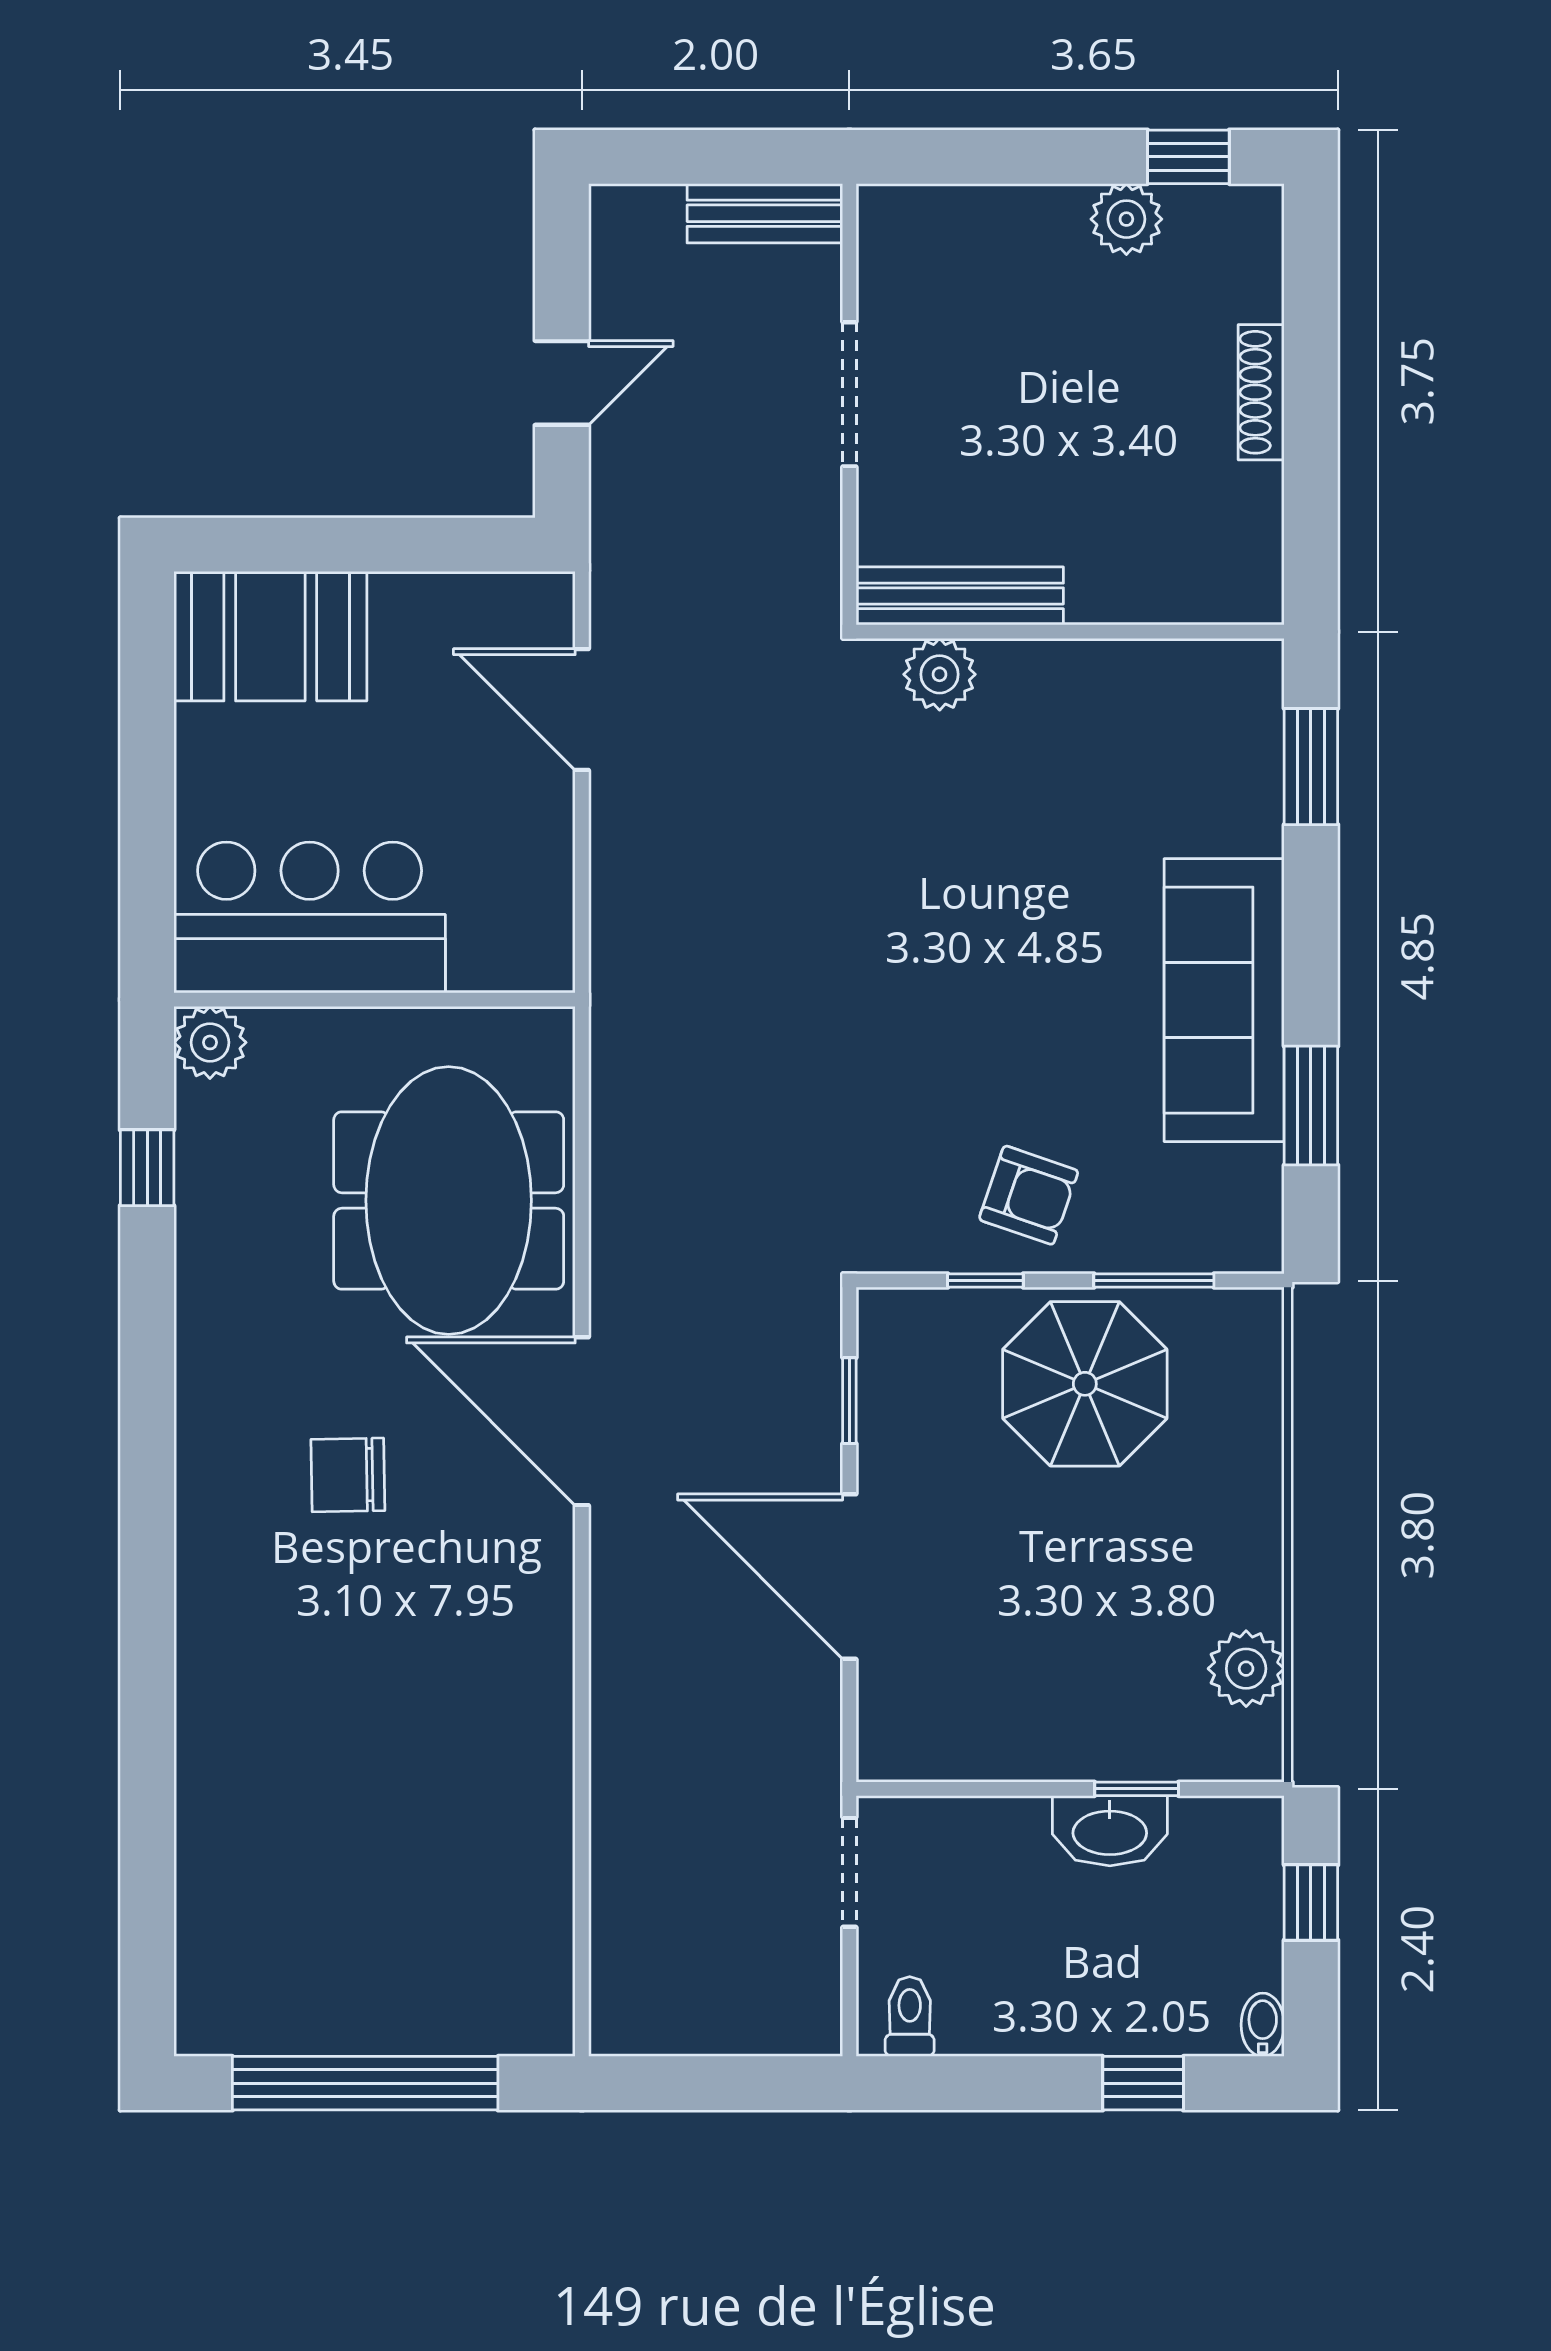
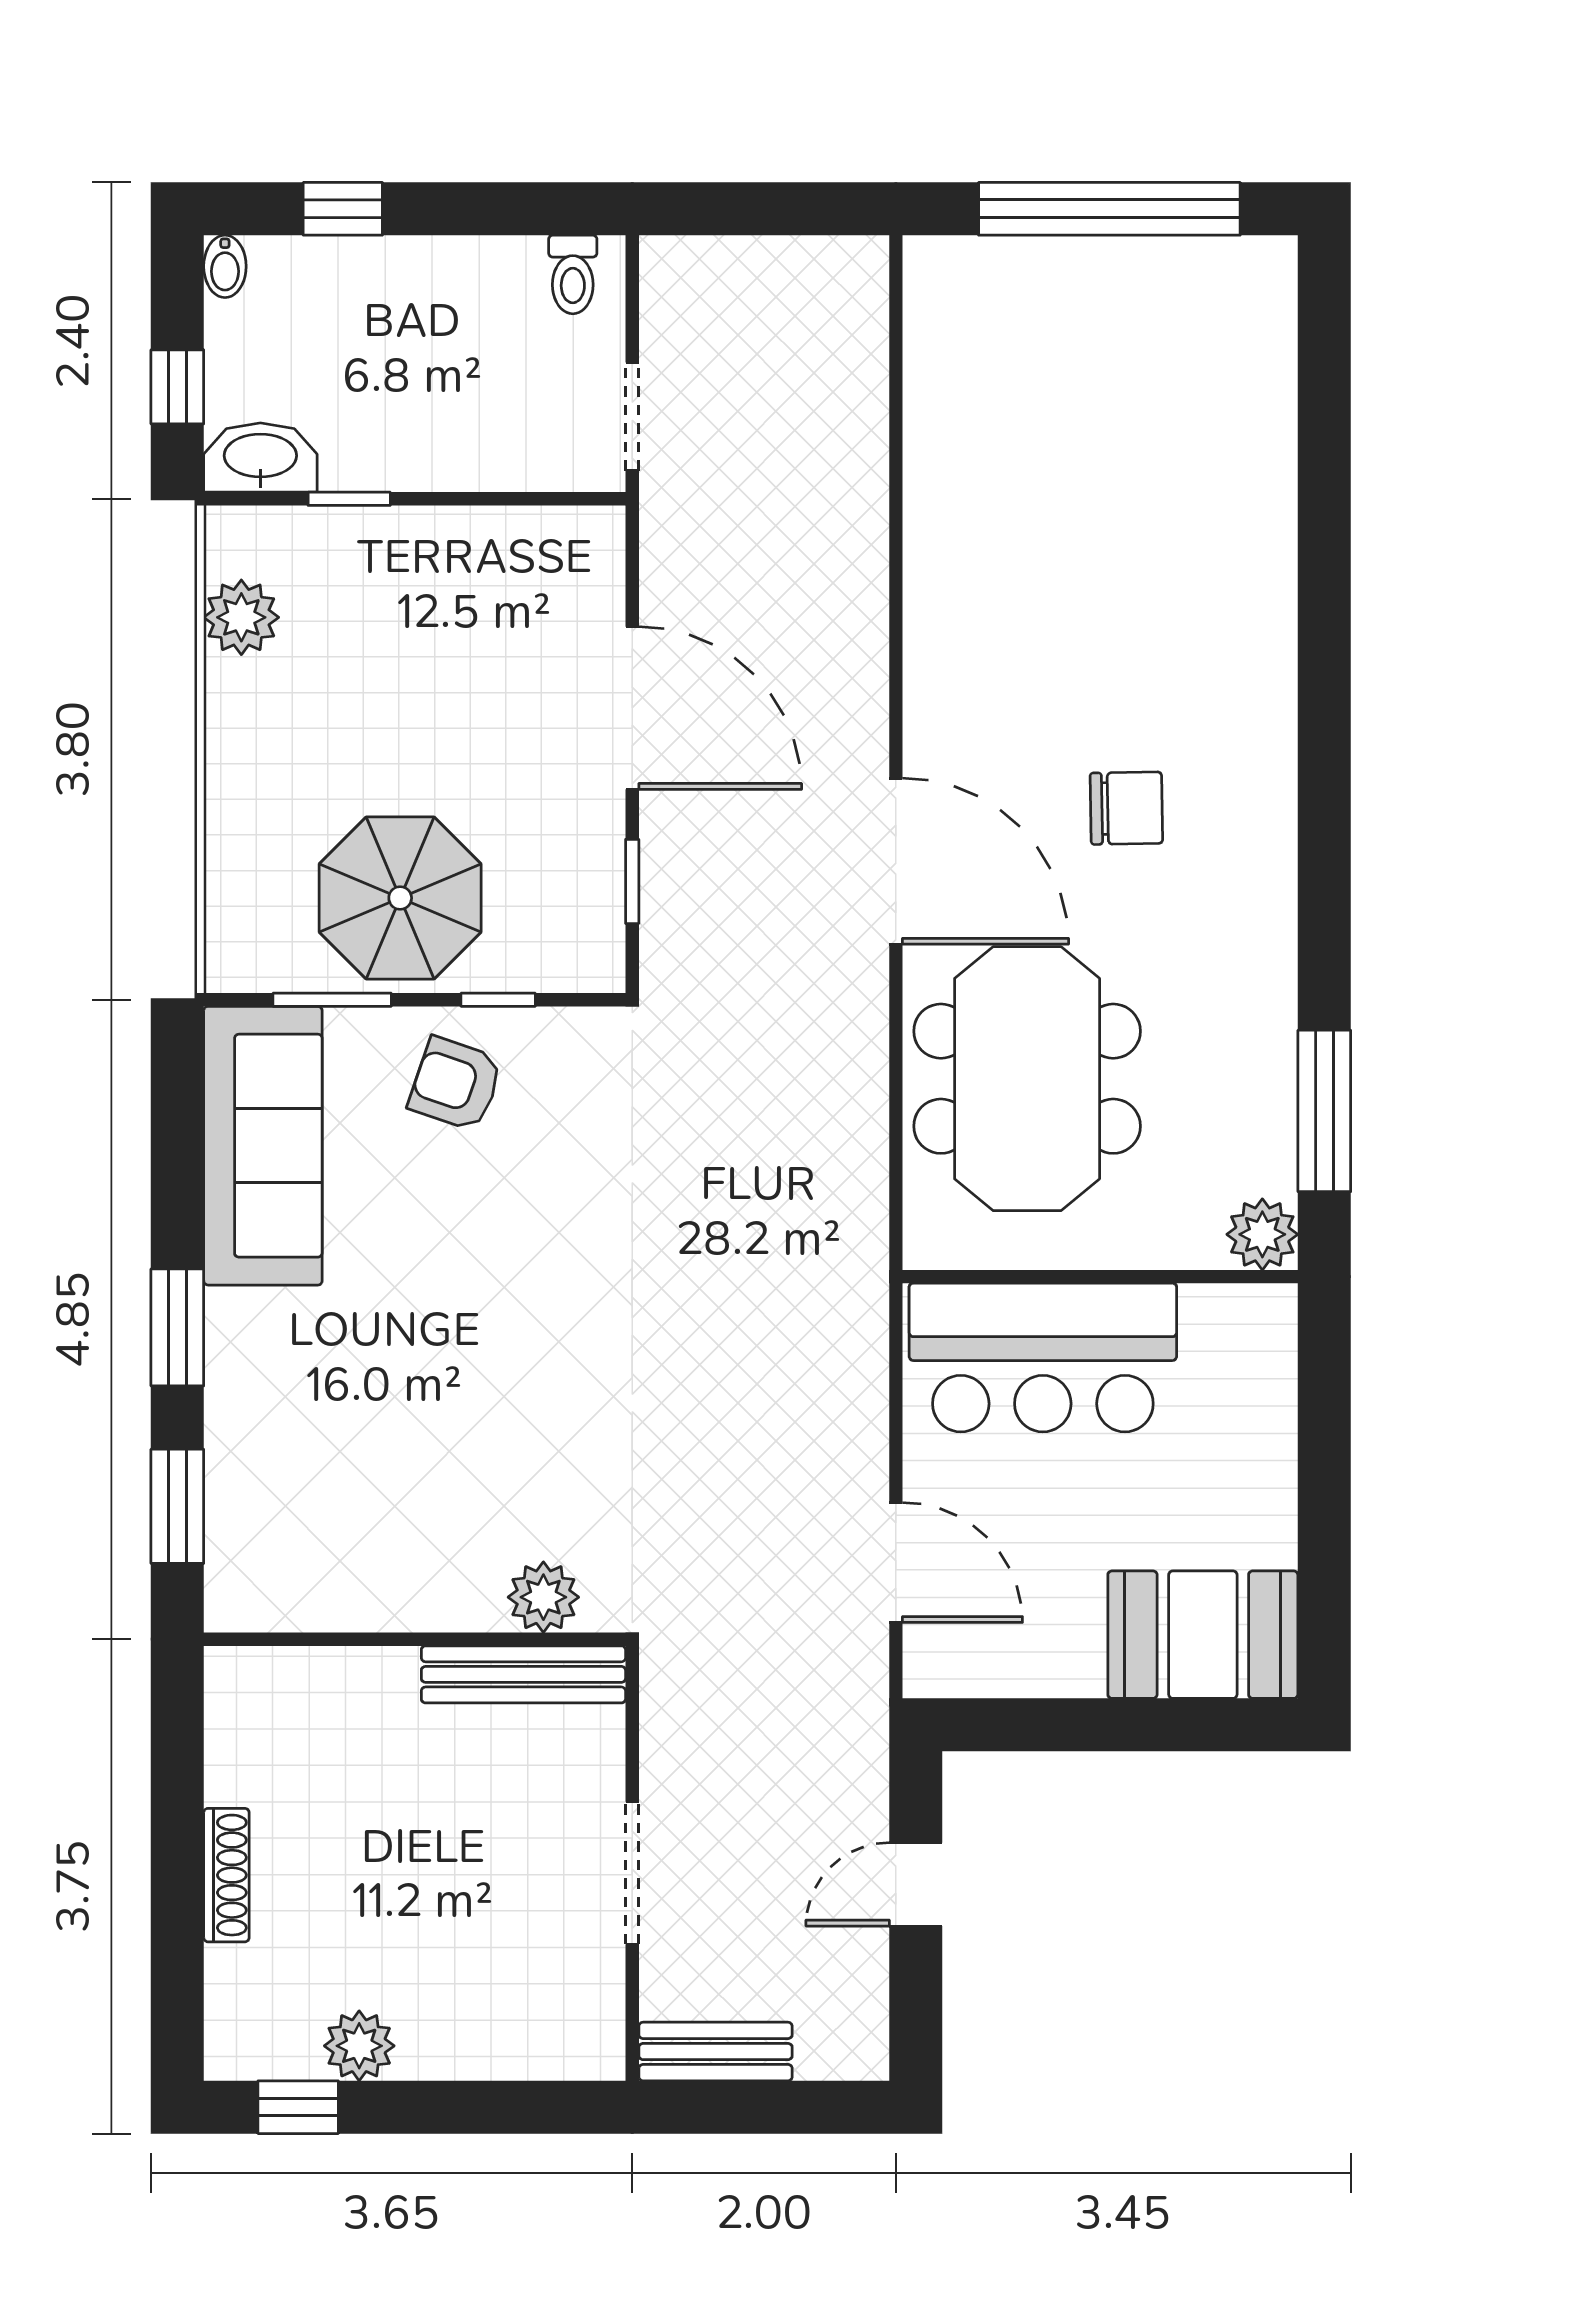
bar counter: (310, 917) -> (1043, 1358), moved
sofa: (1224, 1000) -> (263, 1146), moved
window: (1311, 1106) -> (177, 1327), moved
window: (147, 1168) -> (1324, 1111), width x2.17
washbasin: (1110, 1831) -> (260, 458), moved

